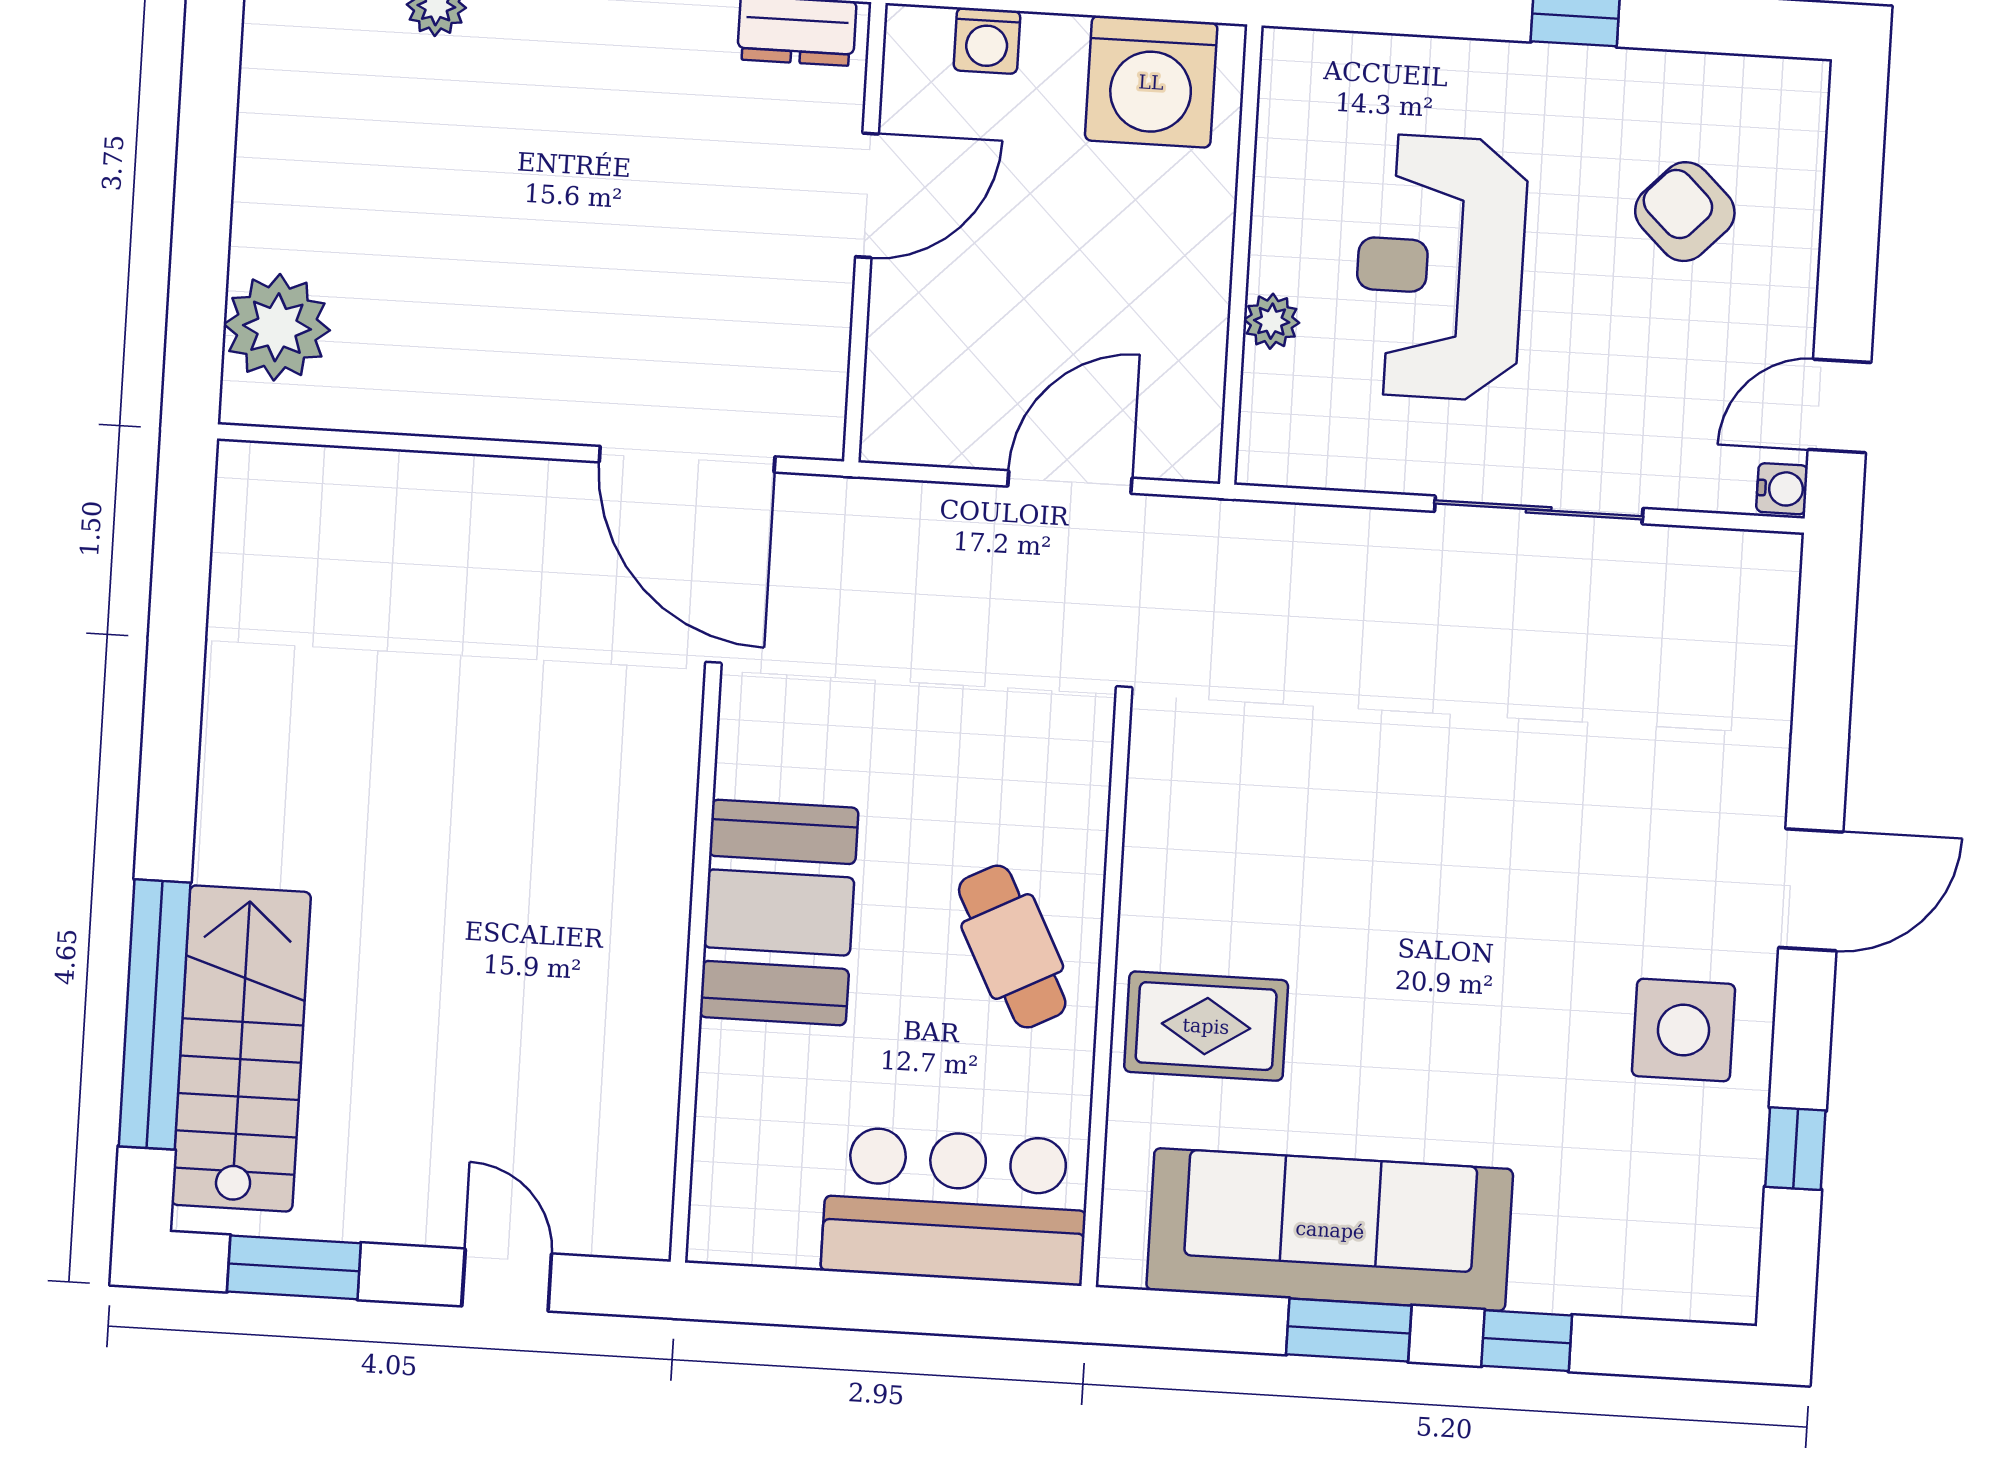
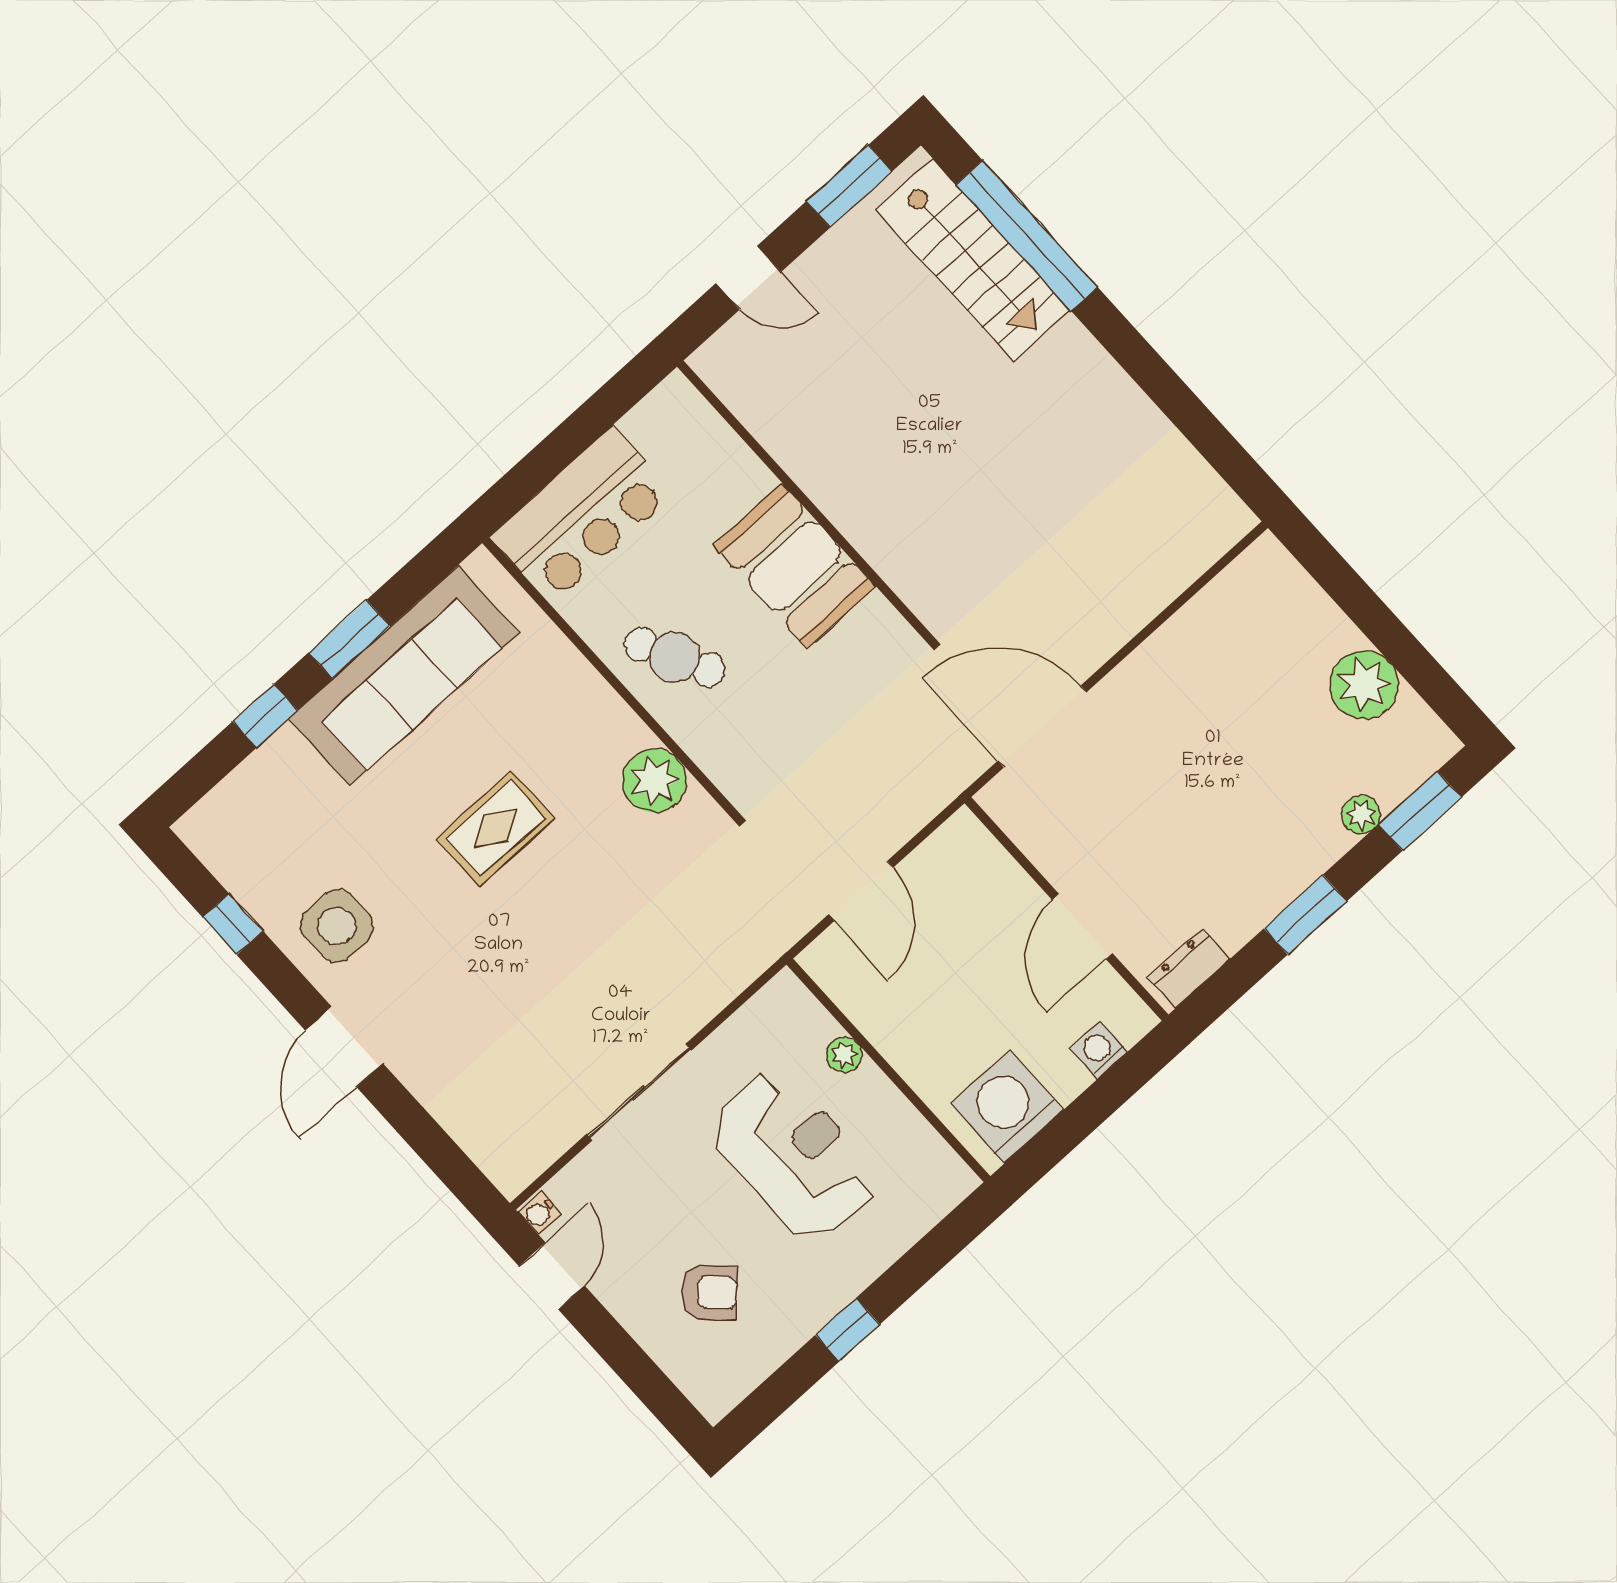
plant: (277, 327) -> (1364, 685), moved
plant: (1173, 834) -> (655, 781), added
rug: (1206, 1026) -> (496, 828), moved

